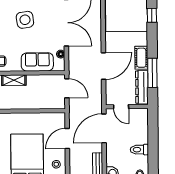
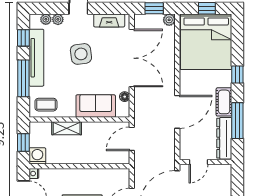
window: (152, 15) -> (237, 75), moved
door: (67, 88) -> (132, 139), swing flipped
door: (121, 107) -> (198, 162), hinge flipped

